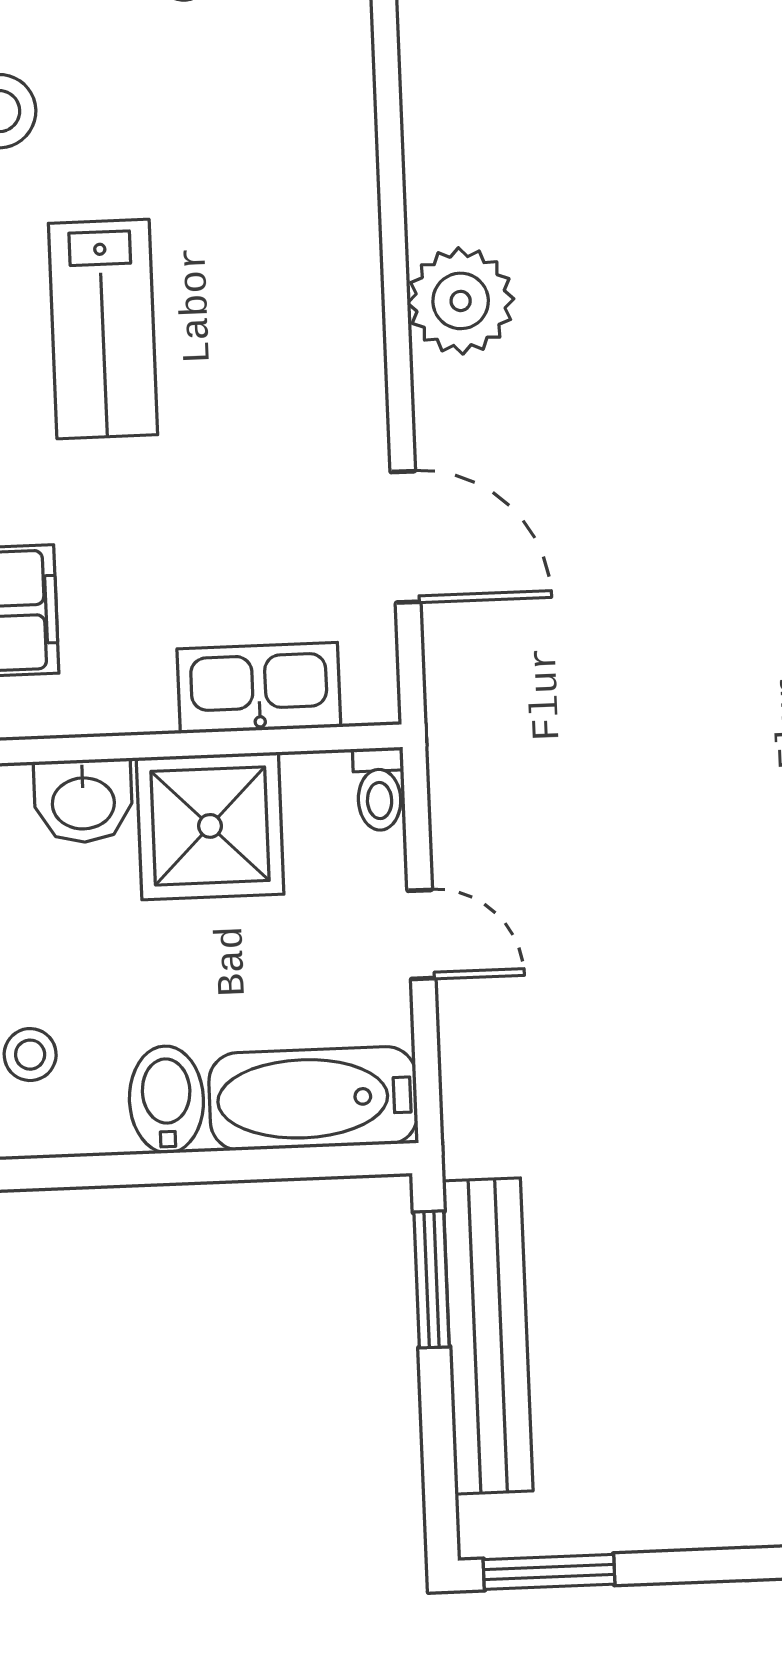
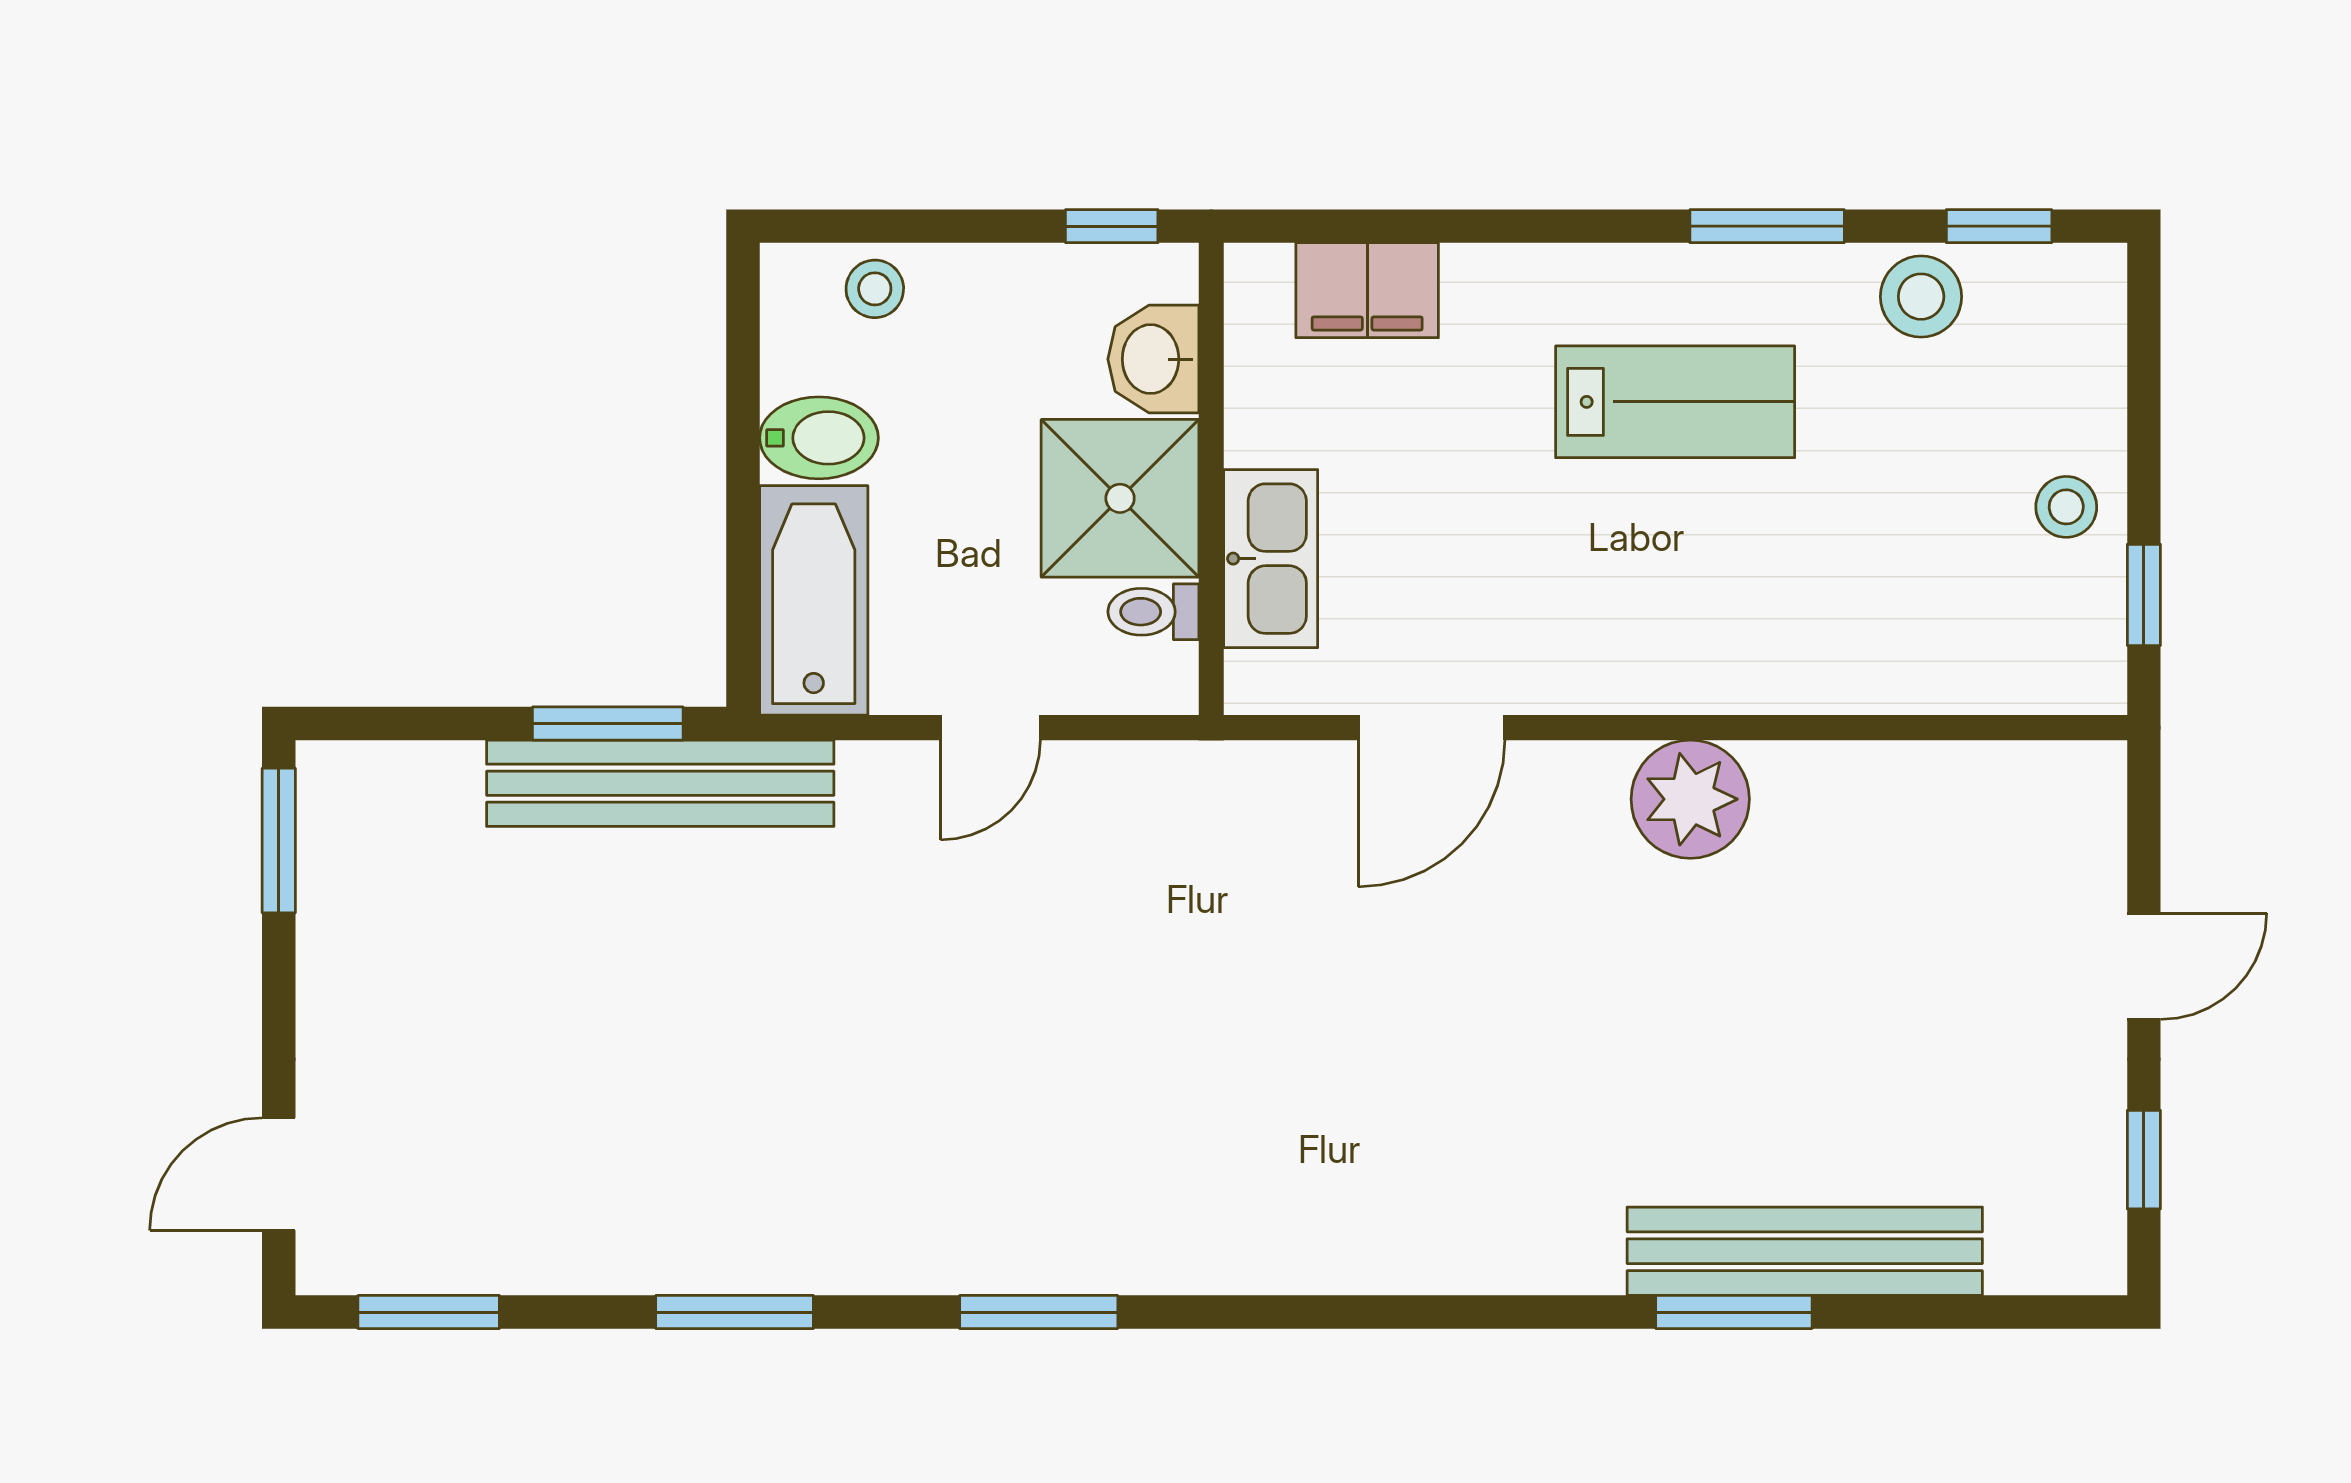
lab bench: (103, 329) -> (1675, 402), turned 180
toilet: (379, 789) -> (1153, 612), moved
bench: (488, 1336) -> (660, 783), moved

